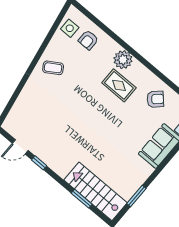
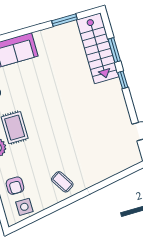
armchair: (88, 40) -> (15, 186), turned 90
window: (39, 163) -> (123, 80), moved

